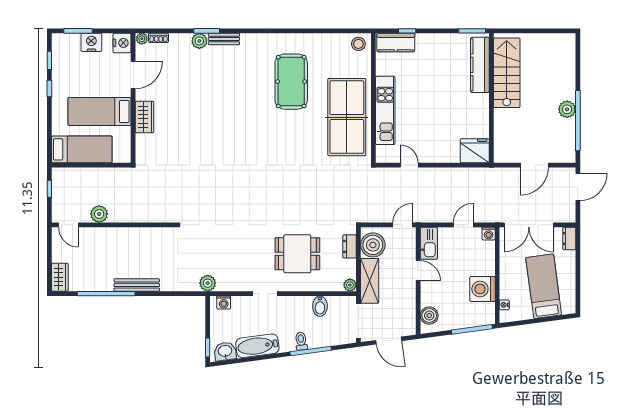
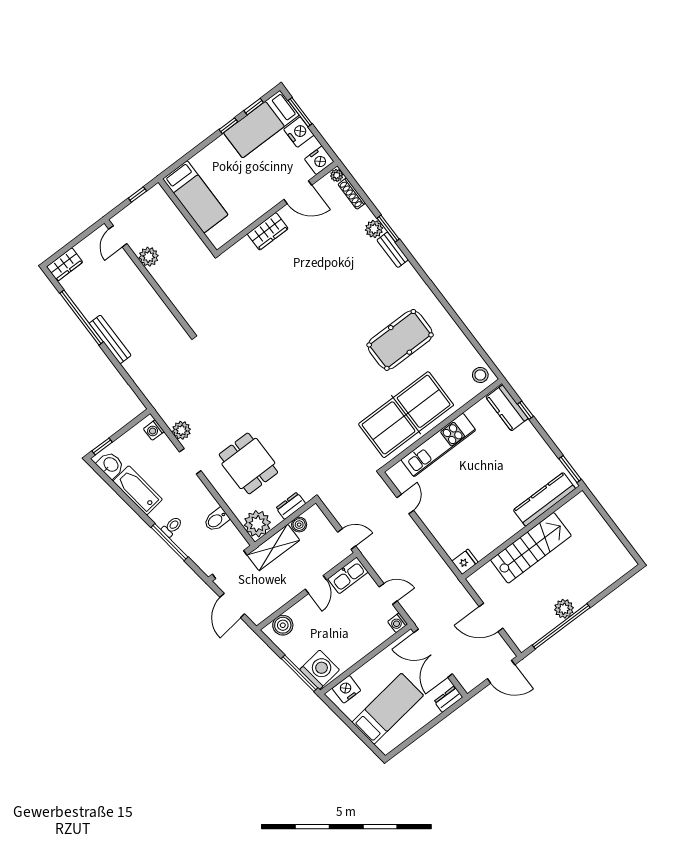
shoe rack: (159, 38) -> (352, 194), width x1.43
stairs: (507, 73) -> (531, 548), moved
bed: (99, 111) -> (261, 124), moved, turned -90
fridge: (475, 151) -> (465, 562), width x0.53, depth x0.75
boiler: (373, 245) -> (299, 525), width x0.54, depth x0.54
plant: (208, 283) -> (182, 430), moved
plant: (350, 285) -> (257, 524), width x1.87, depth x1.87
washing machine: (482, 289) -> (320, 670), moved, turned 82
nightstand: (504, 305) -> (346, 689), width x1.89, depth x1.79

